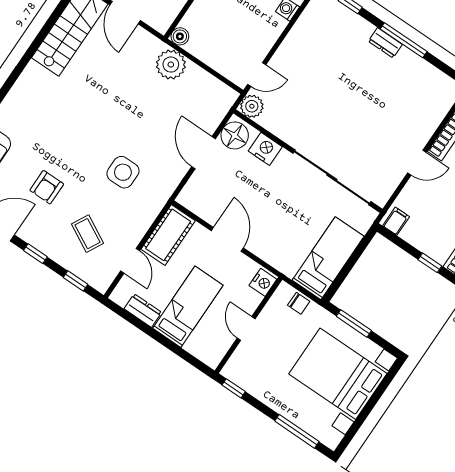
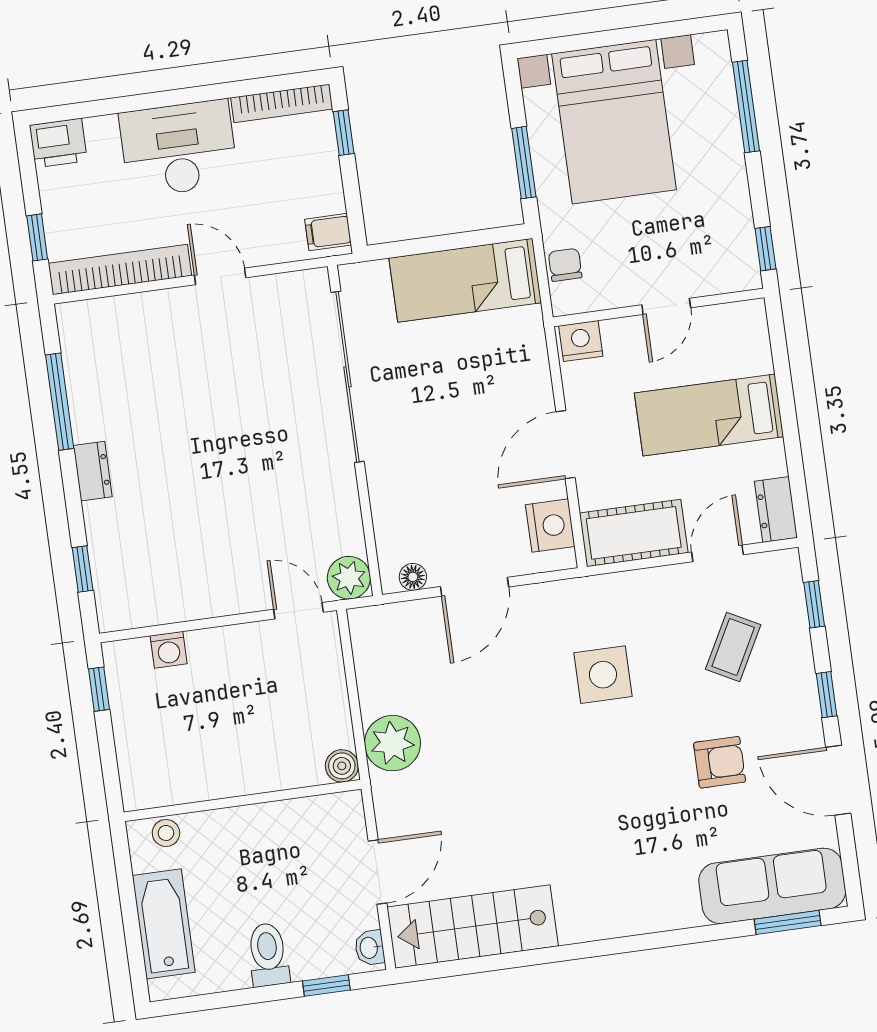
window: (404, 40) -> (60, 402), moved
floor lamp: (235, 135) -> (413, 577), width x0.53, depth x0.53
nightstand: (265, 149) -> (550, 526), moved, turned 180
dresser: (143, 311) -> (776, 509), moved

